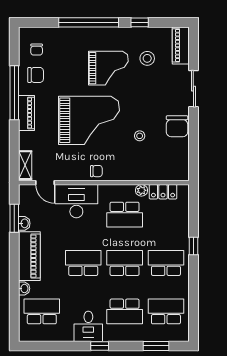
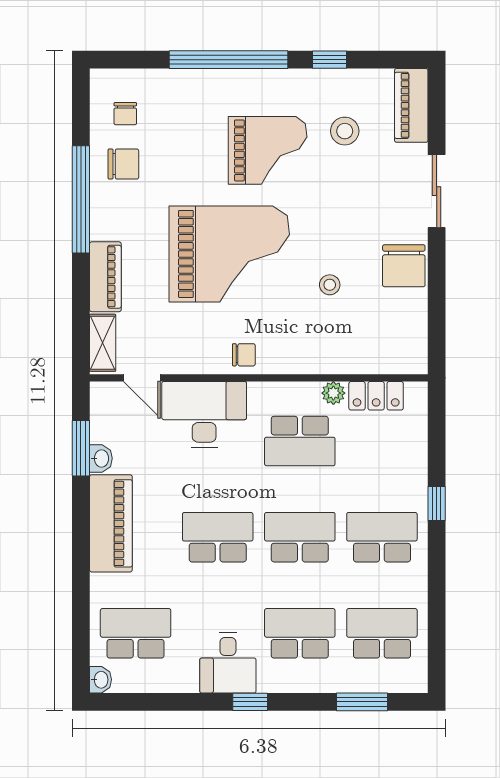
piano: (27, 113) -> (105, 277), moved
washbasin: (24, 288) -> (100, 680), moved
school desk: (125, 311) -> (300, 633), turned 180

